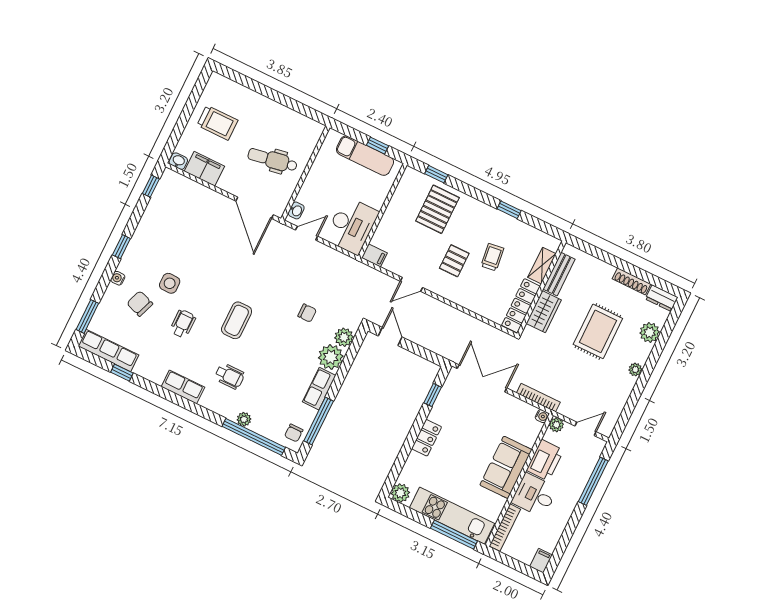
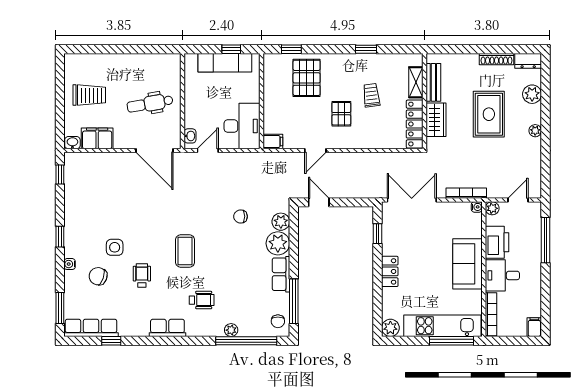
chair: (307, 313) -> (241, 216), turned 180

